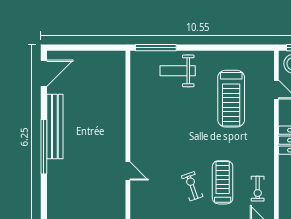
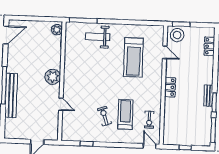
plant: (118, 63) -> (57, 30), added
bench: (55, 126) -> (11, 95), moved
plant: (114, 132) -> (53, 77), added

